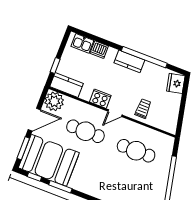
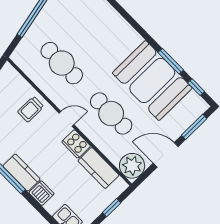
dishwasher: (99, 50) -> (42, 193), moved
kitchen counter: (66, 85) -> (98, 168), moved
booth: (49, 160) -> (152, 81), moved

